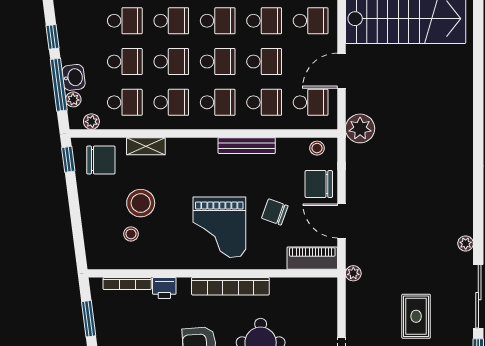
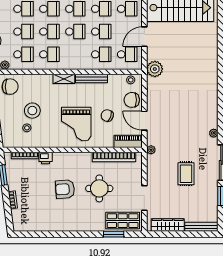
school desk: (218, 102) -> (75, 54), removed
shelving: (146, 146) -> (64, 79), moved
bookcase: (230, 286) -> (114, 157), moved

